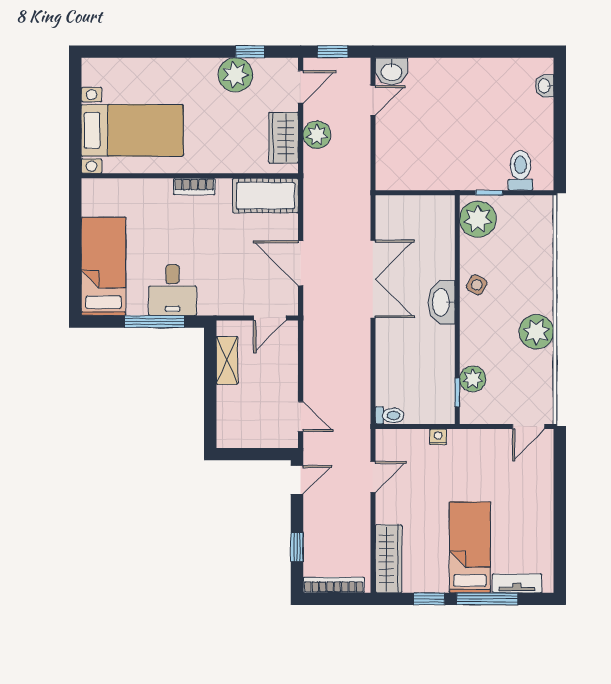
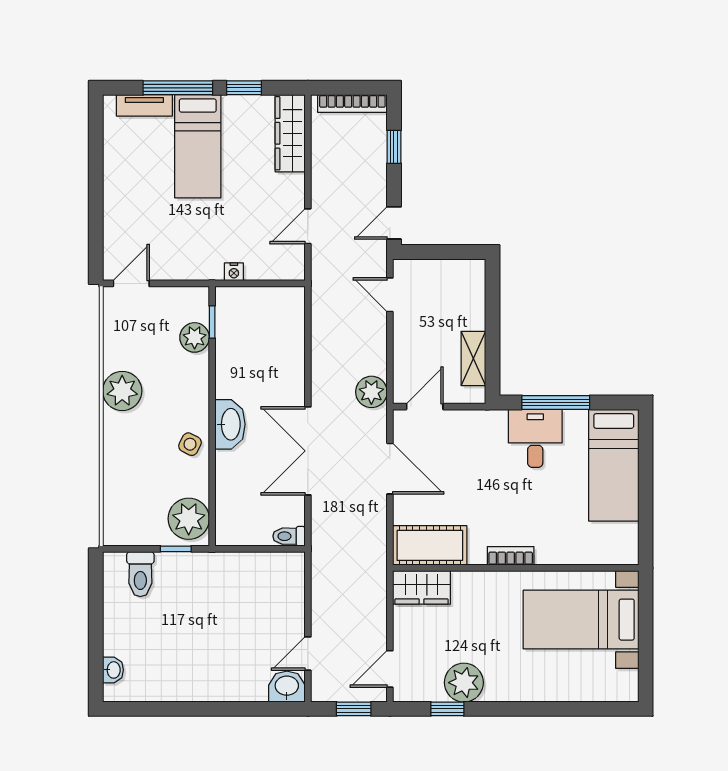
plant: (317, 135) -> (371, 392), moved
wardrobe: (283, 138) -> (421, 587), moved, turned 90
toilet: (390, 415) -> (289, 536), moved

